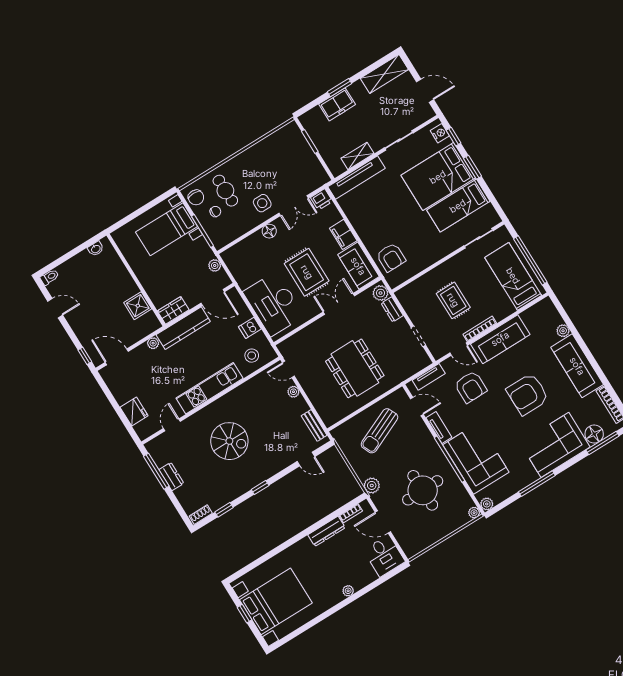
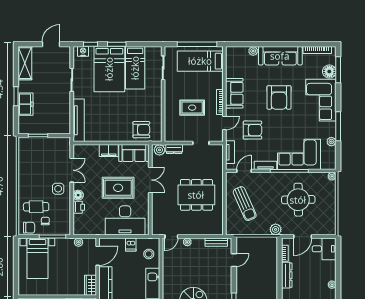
shelving: (358, 156) -> (65, 111), removed
printer: (322, 199) -> (79, 207), moved
double door: (339, 304) -> (150, 180), swing flipped
sofa: (500, 339) -> (234, 93), width x0.73
plant: (487, 504) -> (331, 142), moved

